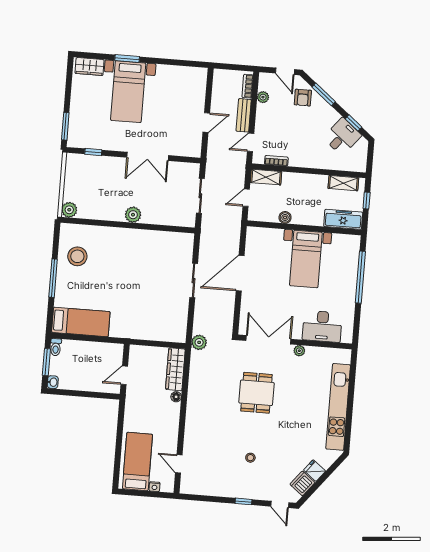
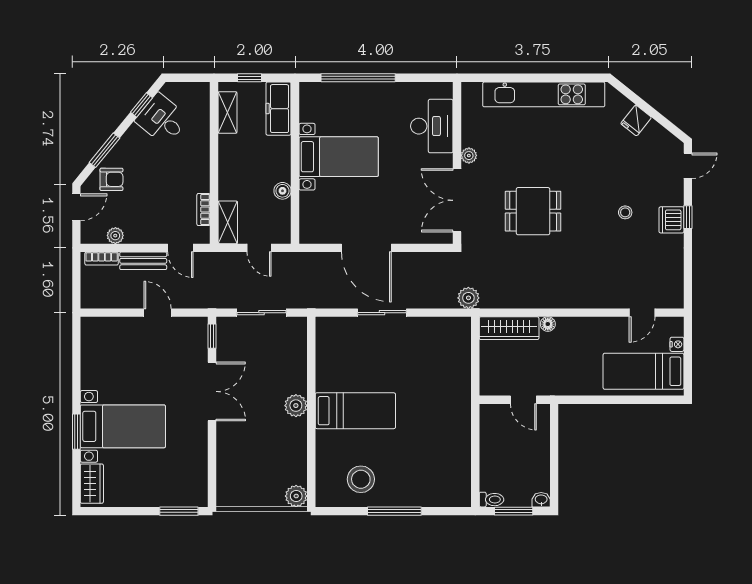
window: (93, 152) -> (212, 336), moved
bed: (81, 322) -> (355, 411), moved, turned 90
dishwasher: (302, 483) -> (671, 220), moved, turned 51

